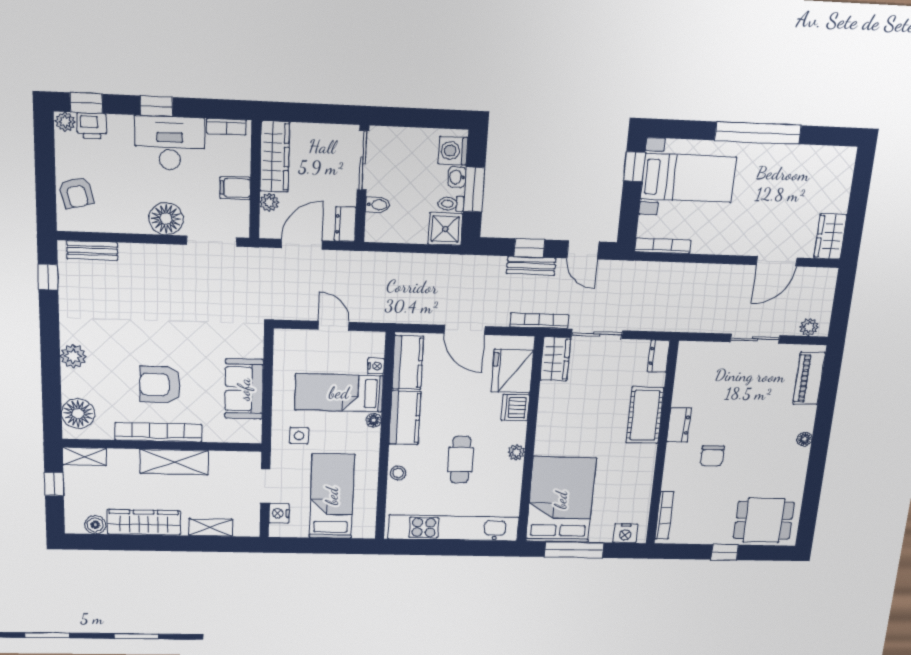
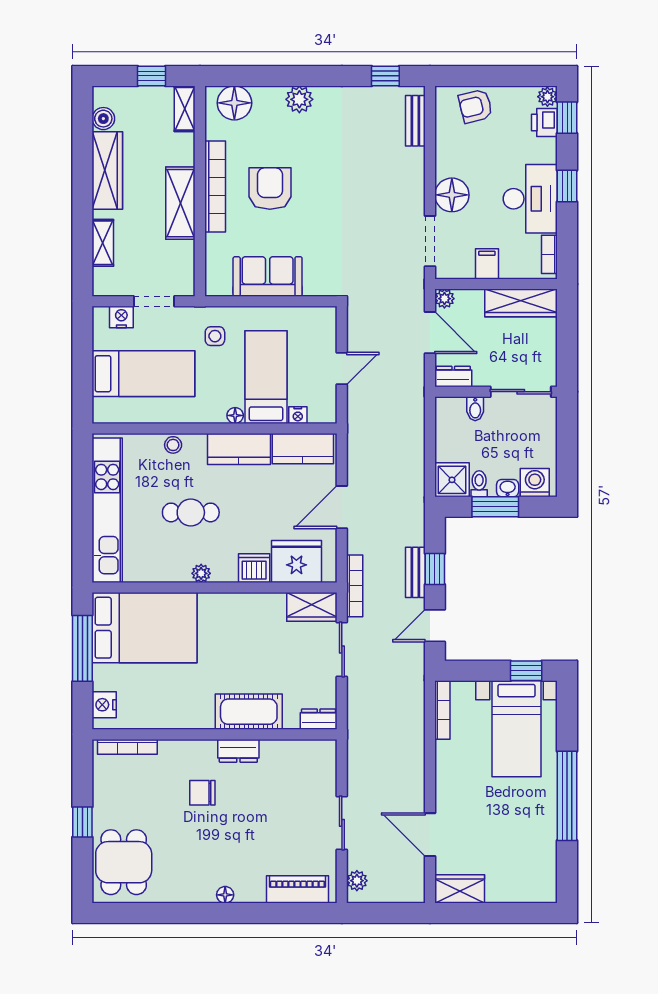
plant: (269, 202) -> (444, 299), moved

